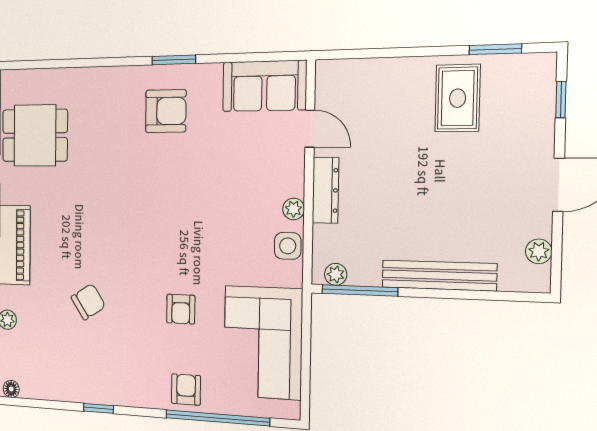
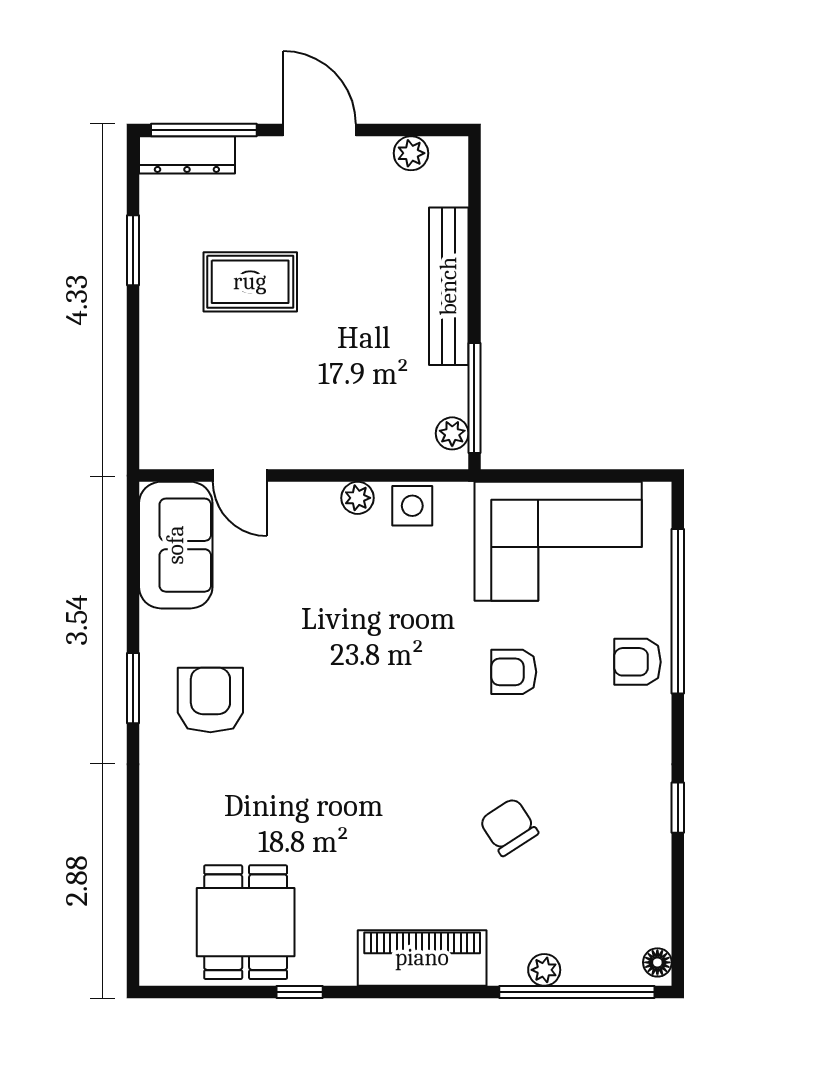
window: (495, 49) -> (133, 250), moved
rug: (458, 98) -> (250, 282), moved
window: (561, 100) -> (204, 130), width x2.17
door: (310, 129) -> (240, 476), swing flipped
dresser: (325, 190) -> (187, 155), moved, turned 180
armchair: (181, 309) -> (514, 672), turned 180

